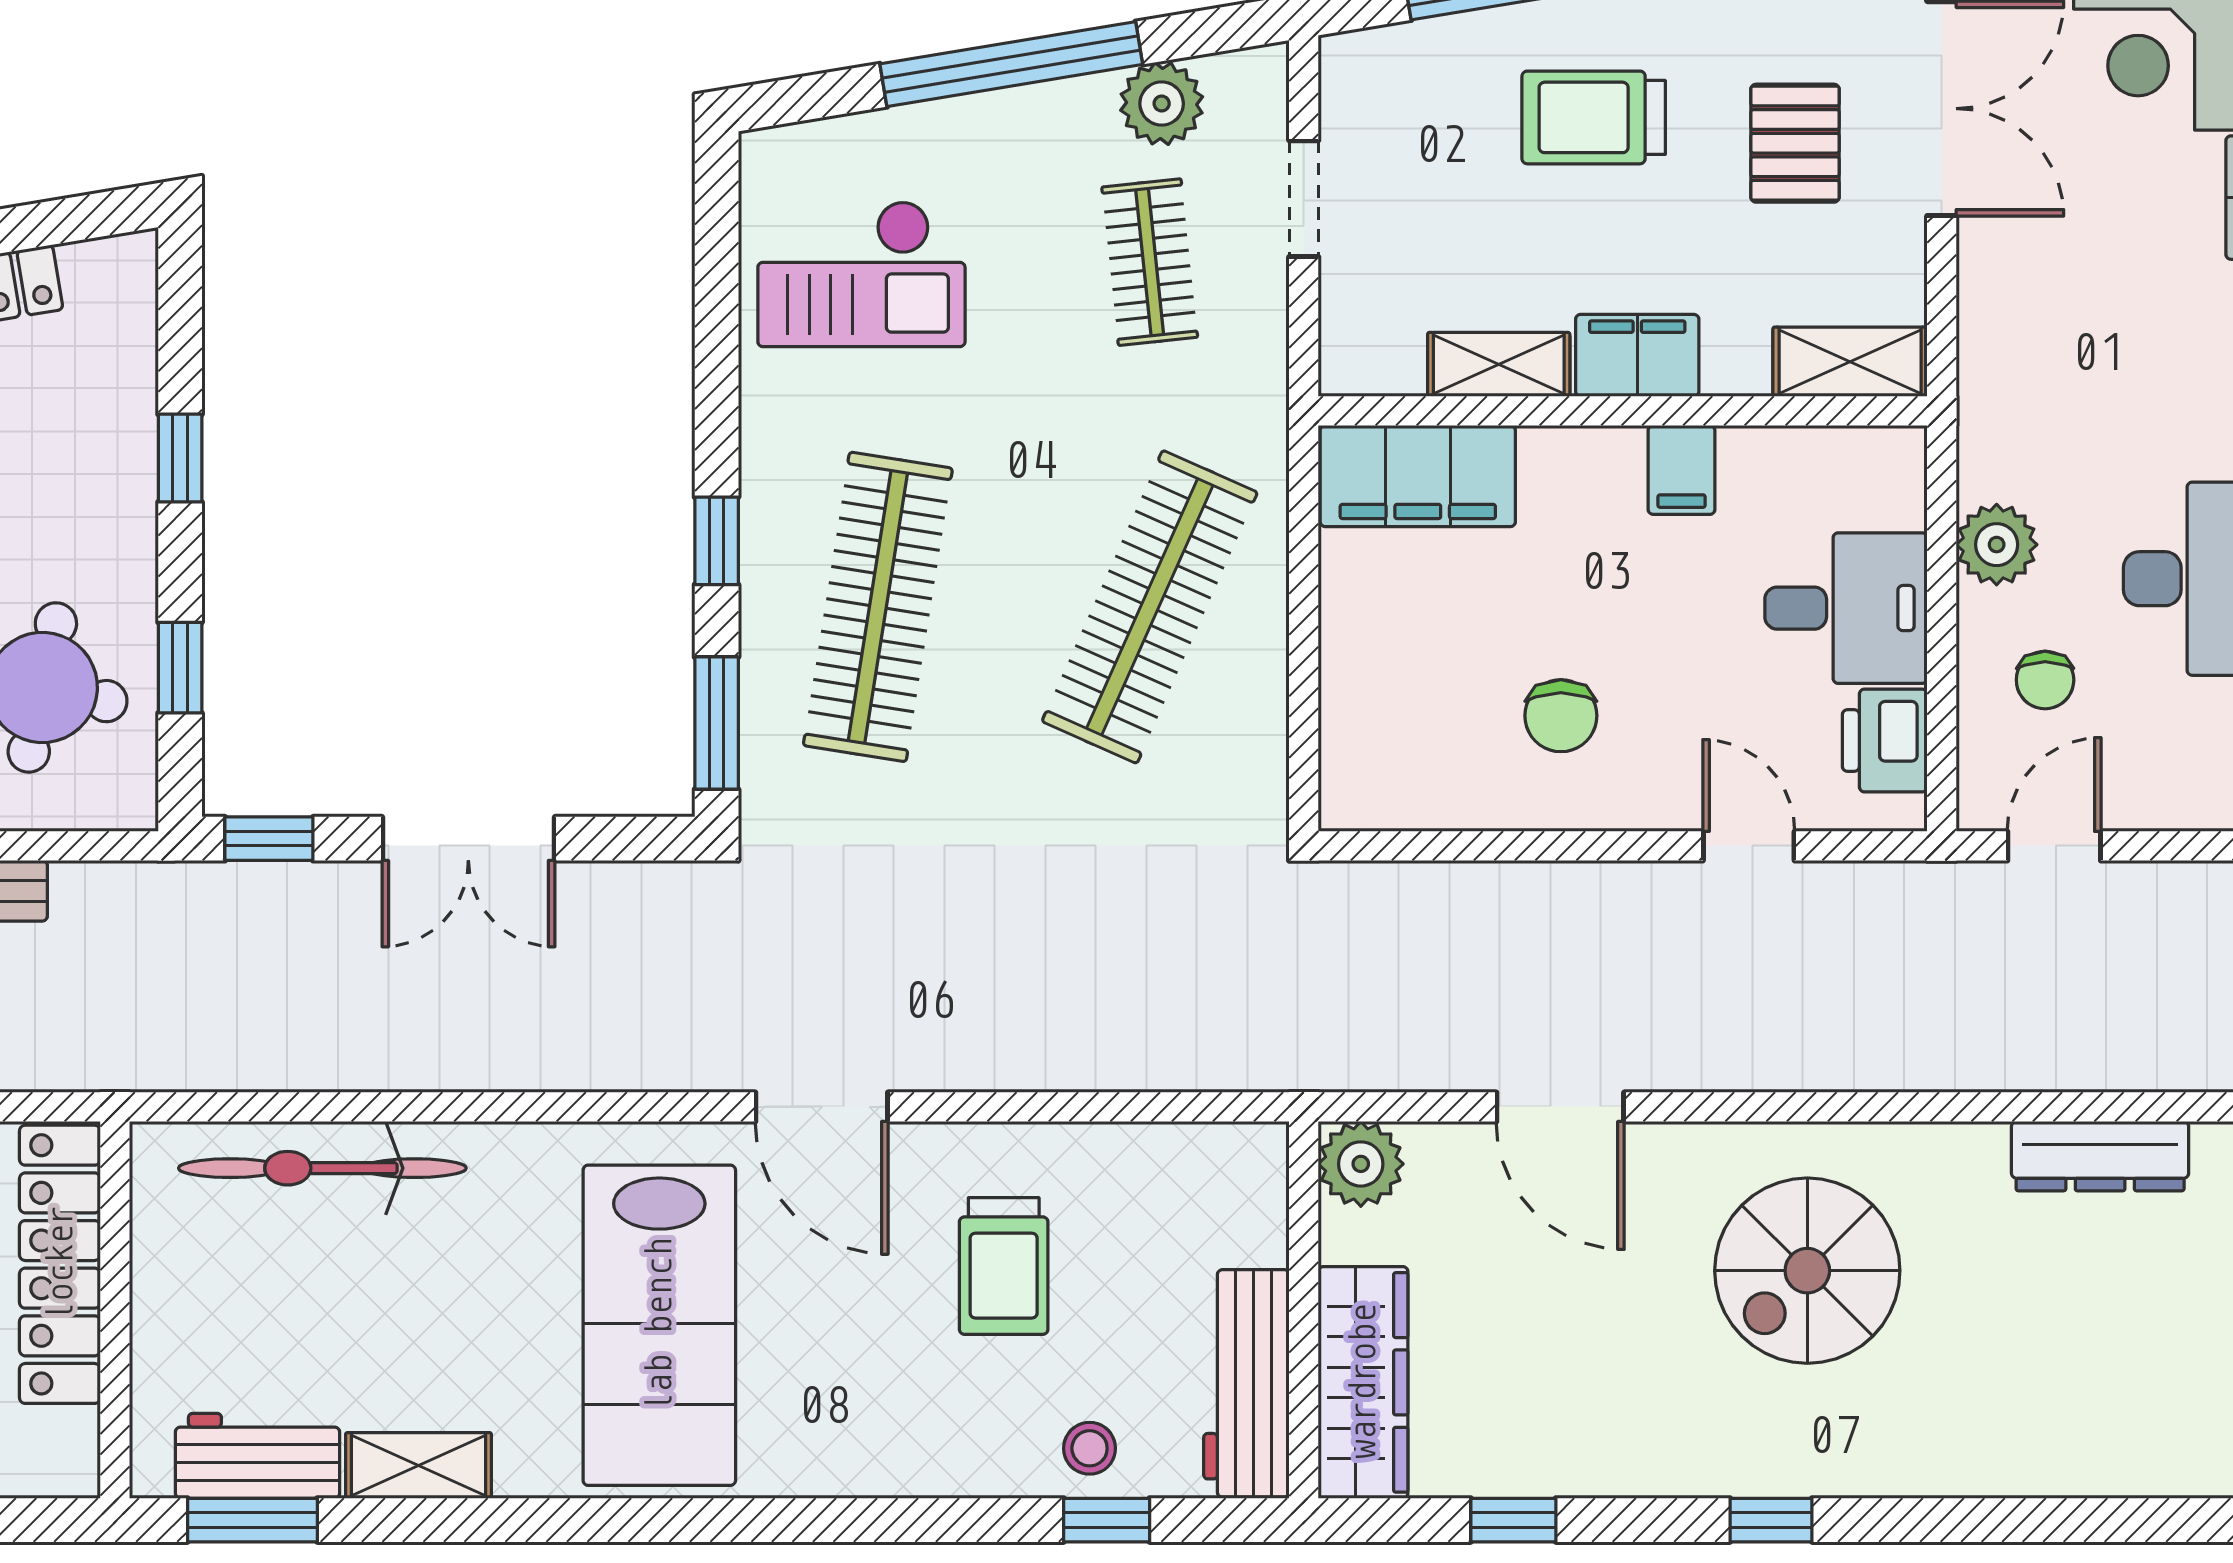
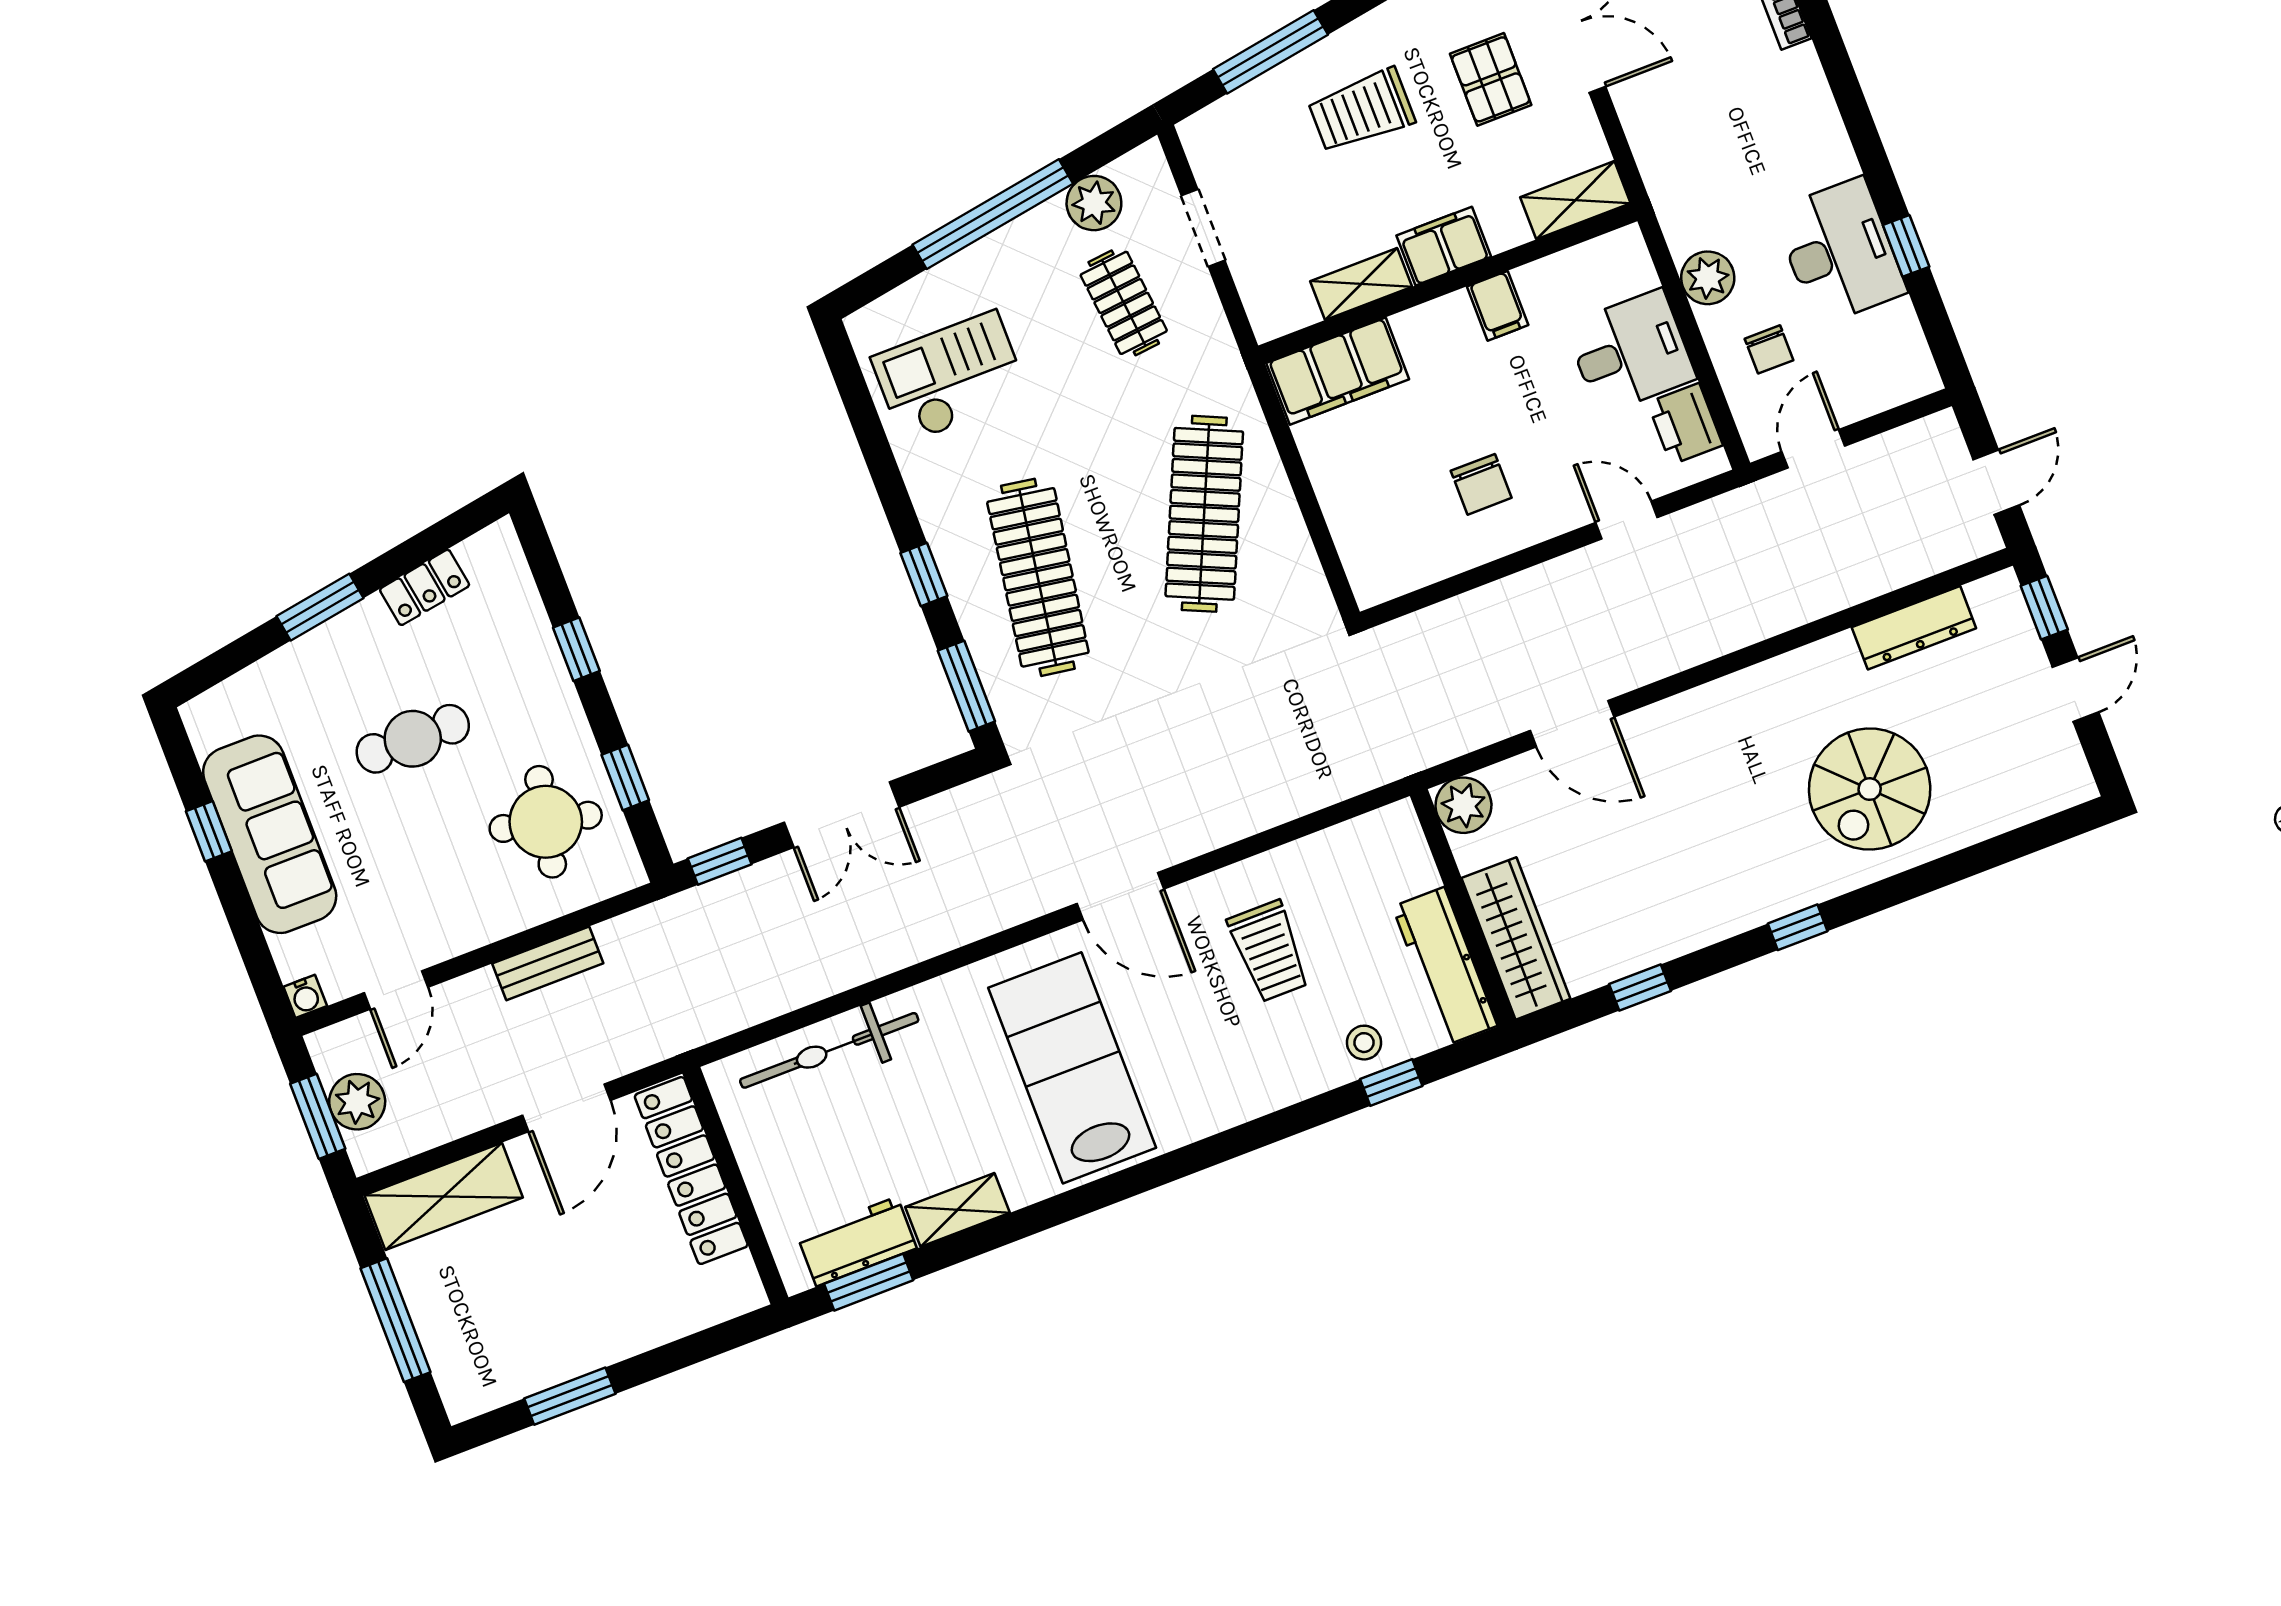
checkout: (861, 274) -> (950, 377), turned 180
spiral stairs: (1807, 1271) -> (1870, 789), moved
lab bench: (659, 1325) -> (1072, 1068), turned 180

